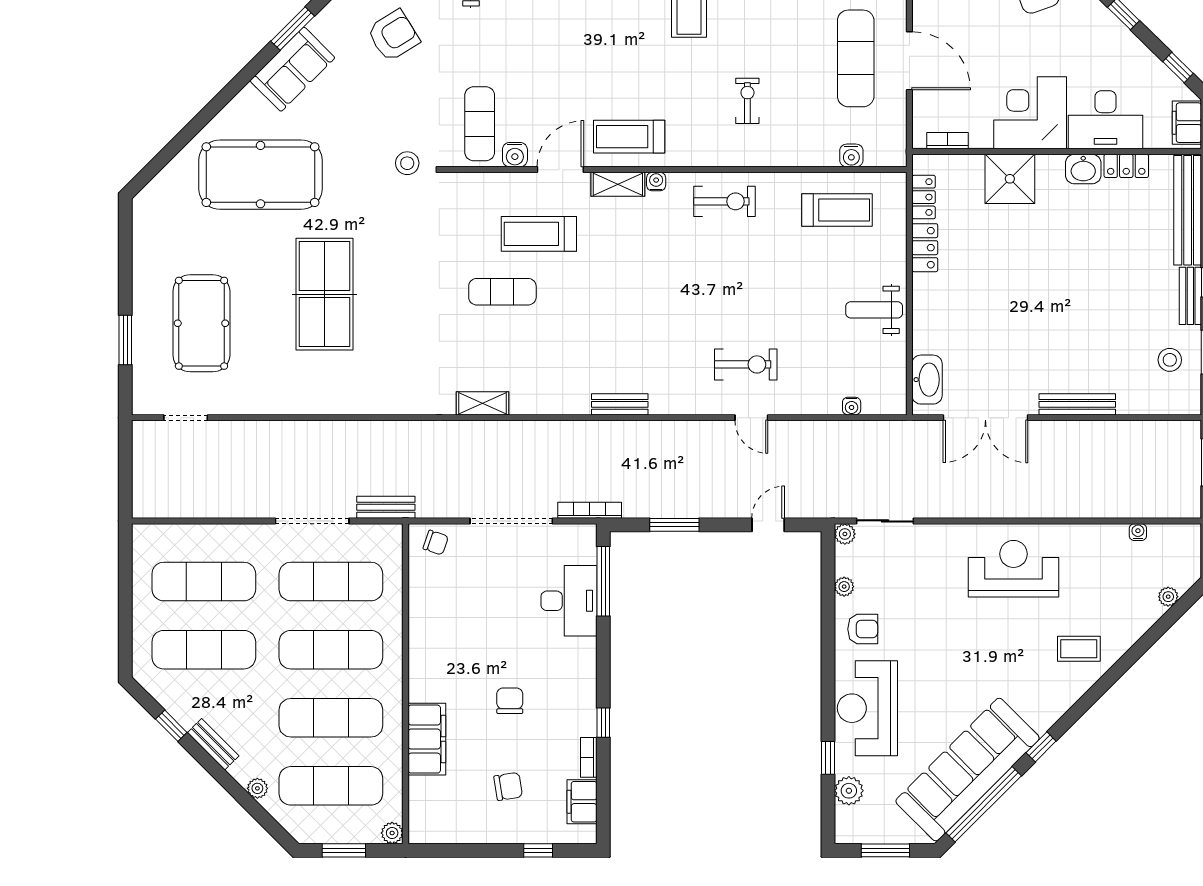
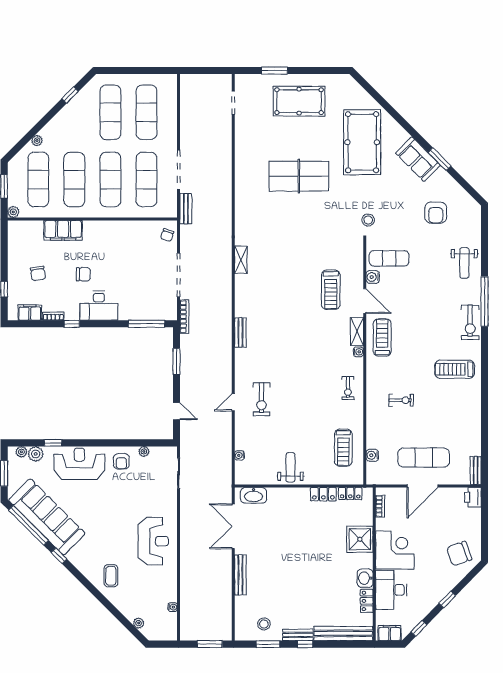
armchair: (393, 36) -> (436, 213), turned 32
exercise bike: (724, 201) -> (348, 388), width x0.73, depth x0.72
treadmill: (539, 234) -> (331, 290), turned 180
exercise mat: (502, 292) -> (300, 270), removed
pool table: (201, 323) -> (299, 101), moved
plant: (845, 534) -> (21, 452), moved
desk: (569, 601) -> (99, 306), moved
bench: (213, 744) -> (60, 117), removed

